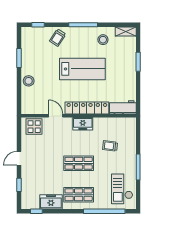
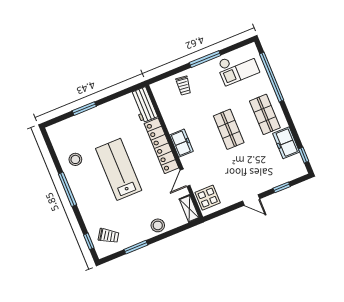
shelving: (126, 31) -> (189, 209), moved
trolley: (58, 38) -> (109, 236), moved
trolley: (110, 146) -> (184, 86), moved

